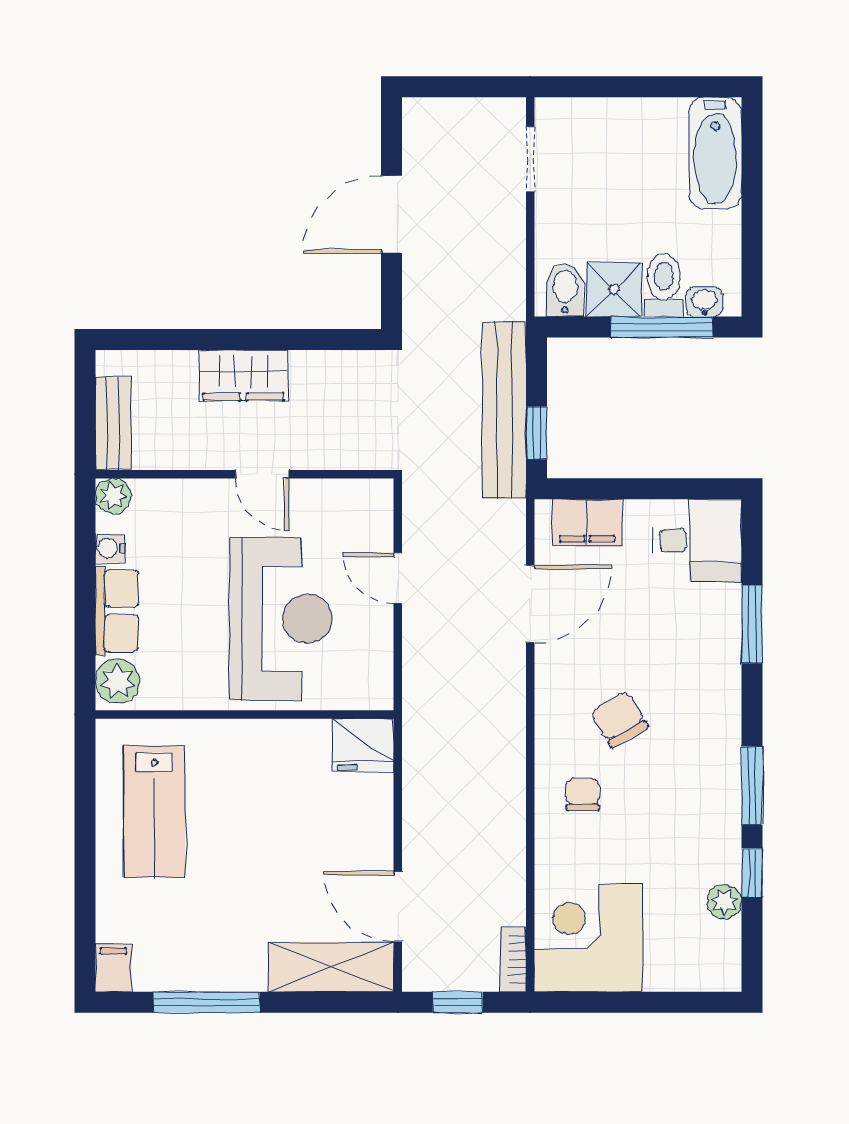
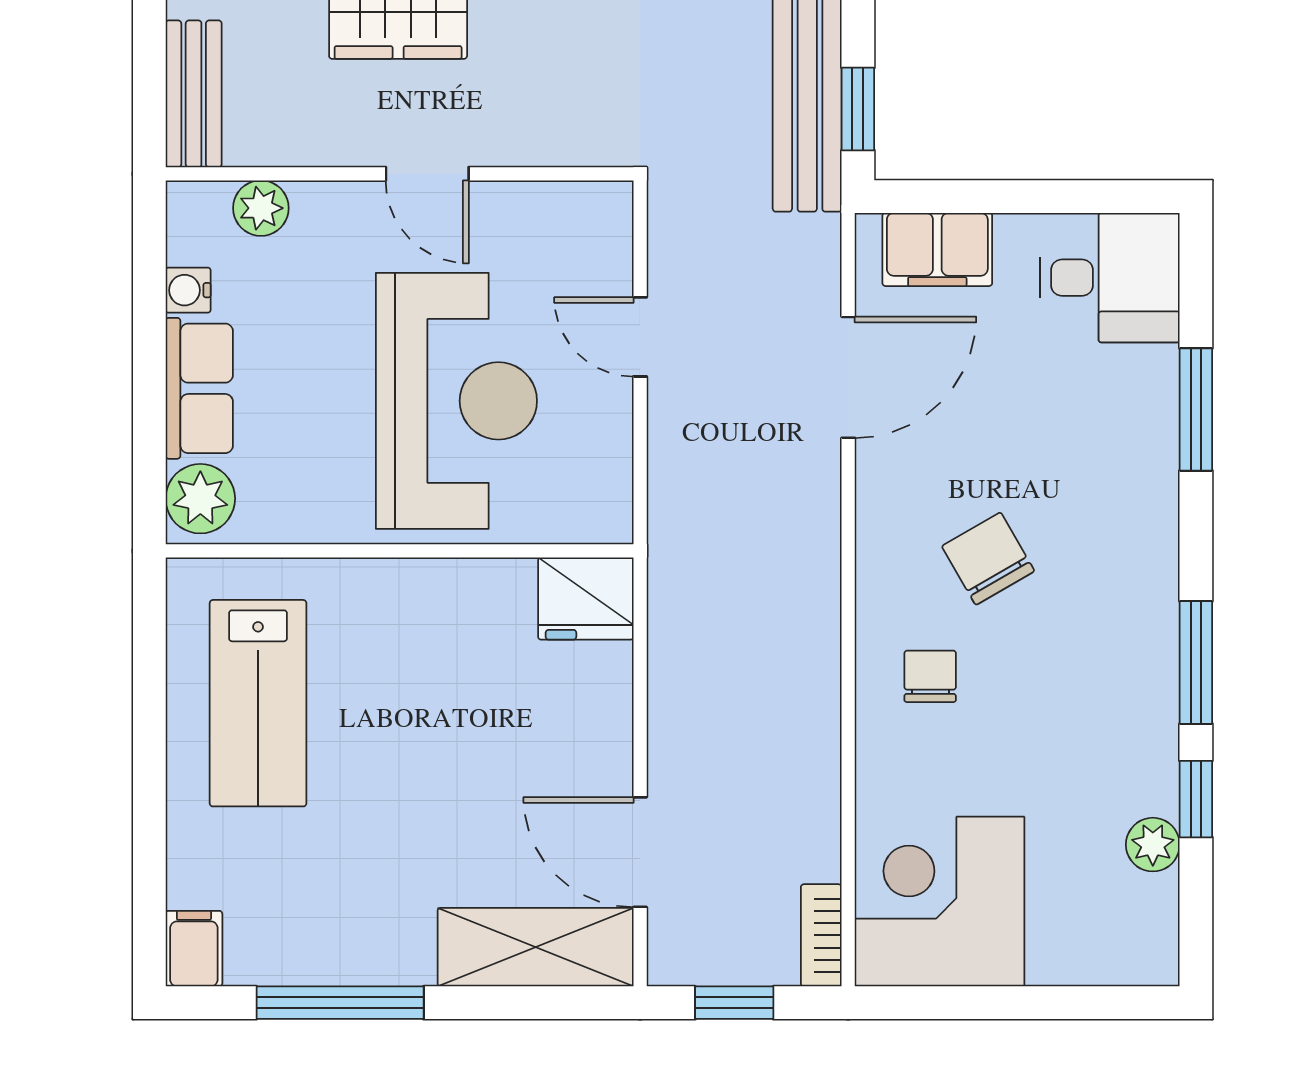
plant: (113, 496) -> (261, 208), moved

